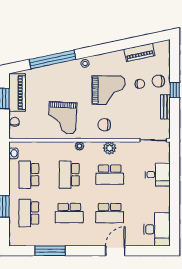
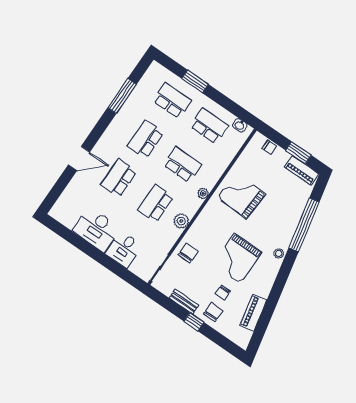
piano: (17, 93) -> (302, 170), width x0.73, depth x0.75
chair: (104, 125) -> (188, 253), moved
desk: (157, 229) -> (96, 229), moved
door: (115, 251) -> (79, 158), hinge flipped

